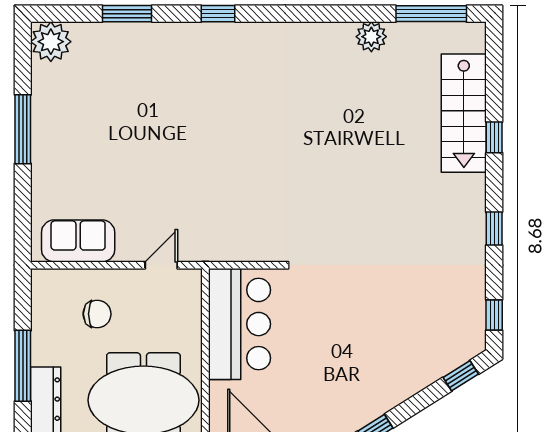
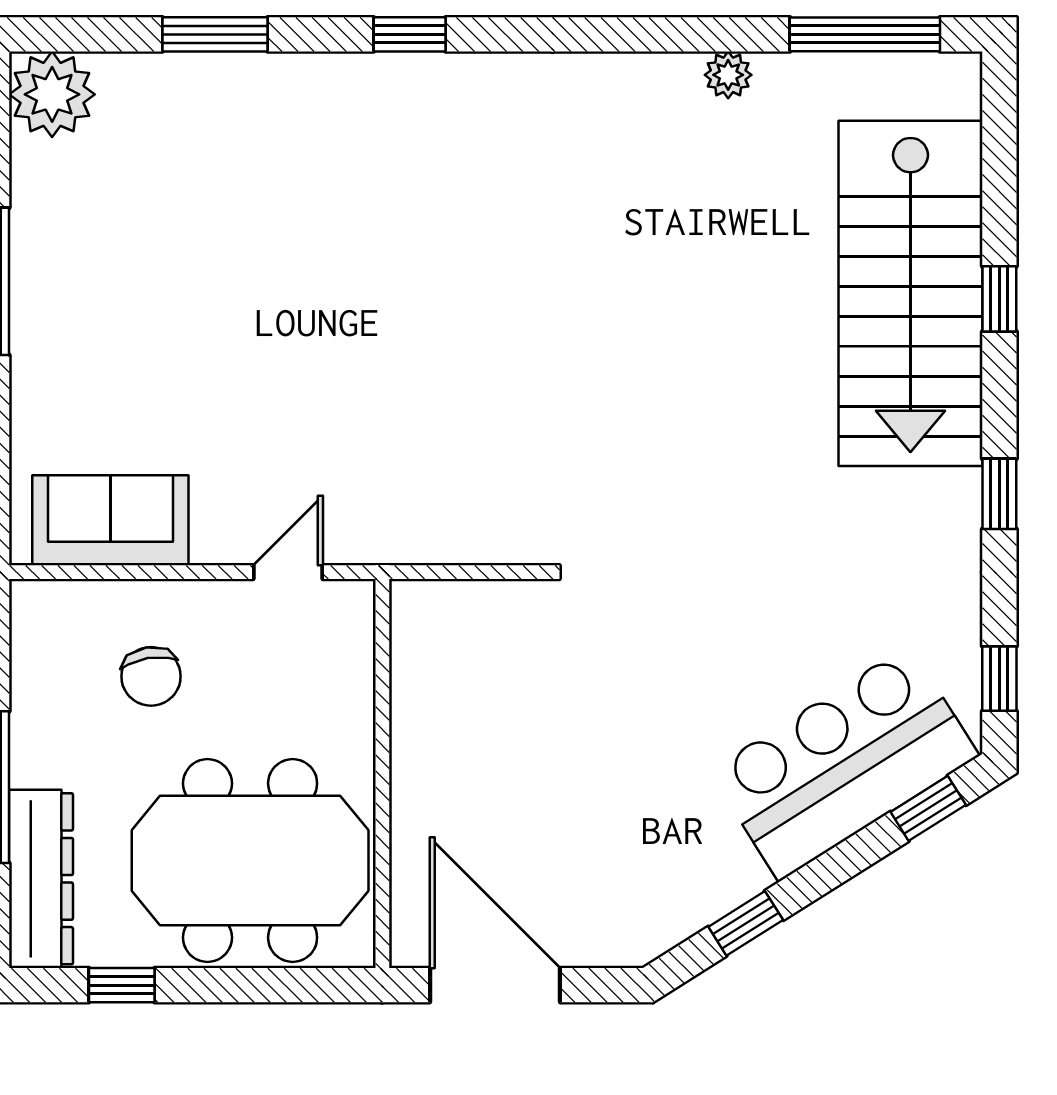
plant: (371, 37) -> (728, 75), width x0.73, depth x0.73
stairs: (464, 113) -> (910, 293), width x1.36, depth x1.51
chair: (97, 314) -> (151, 676), turned 81
bar counter: (239, 324) -> (844, 763), moved, turned -122

